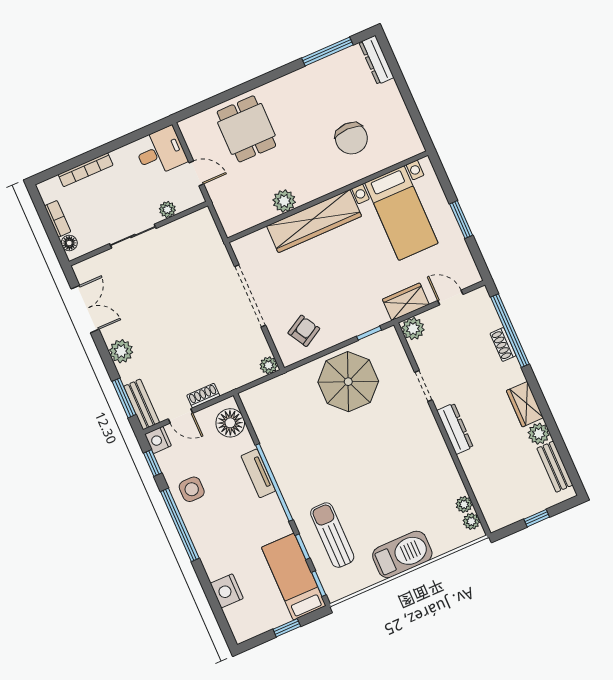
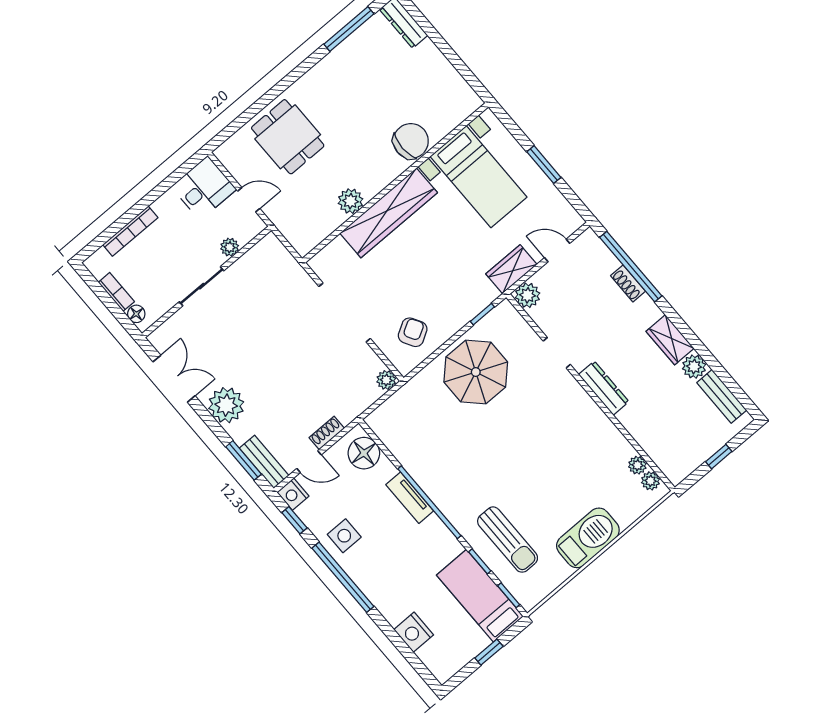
chair: (351, 138) -> (411, 141), moved, turned -90
plant: (121, 351) -> (226, 405), width x1.36, depth x1.36
sun lounger: (332, 535) -> (508, 540), turned 180

